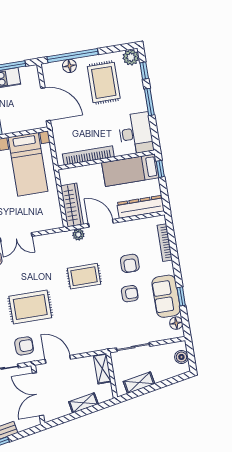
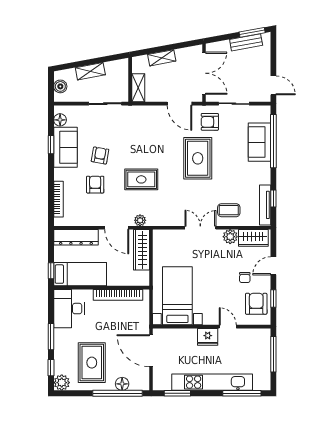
armchair: (130, 294) -> (100, 155), turned 100
rug: (30, 307) -> (198, 158), turned 90
shelving: (139, 383) -> (90, 71), moved

